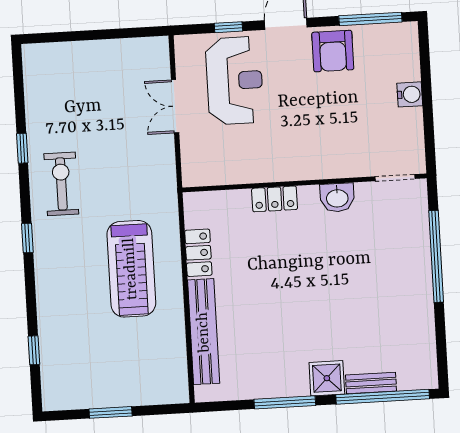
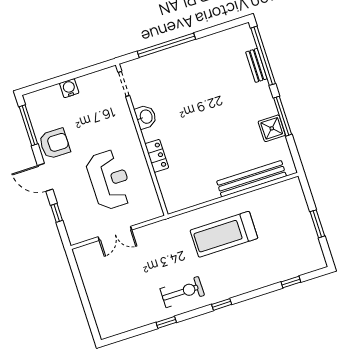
reception desk: (235, 81) -> (109, 180), moved, turned 90
exercise bike: (61, 184) -> (182, 292), turned 180
locker: (198, 253) -> (203, 195), removed
treadmill: (131, 269) -> (224, 234), turned 180
shower: (327, 378) -> (272, 128), moved

